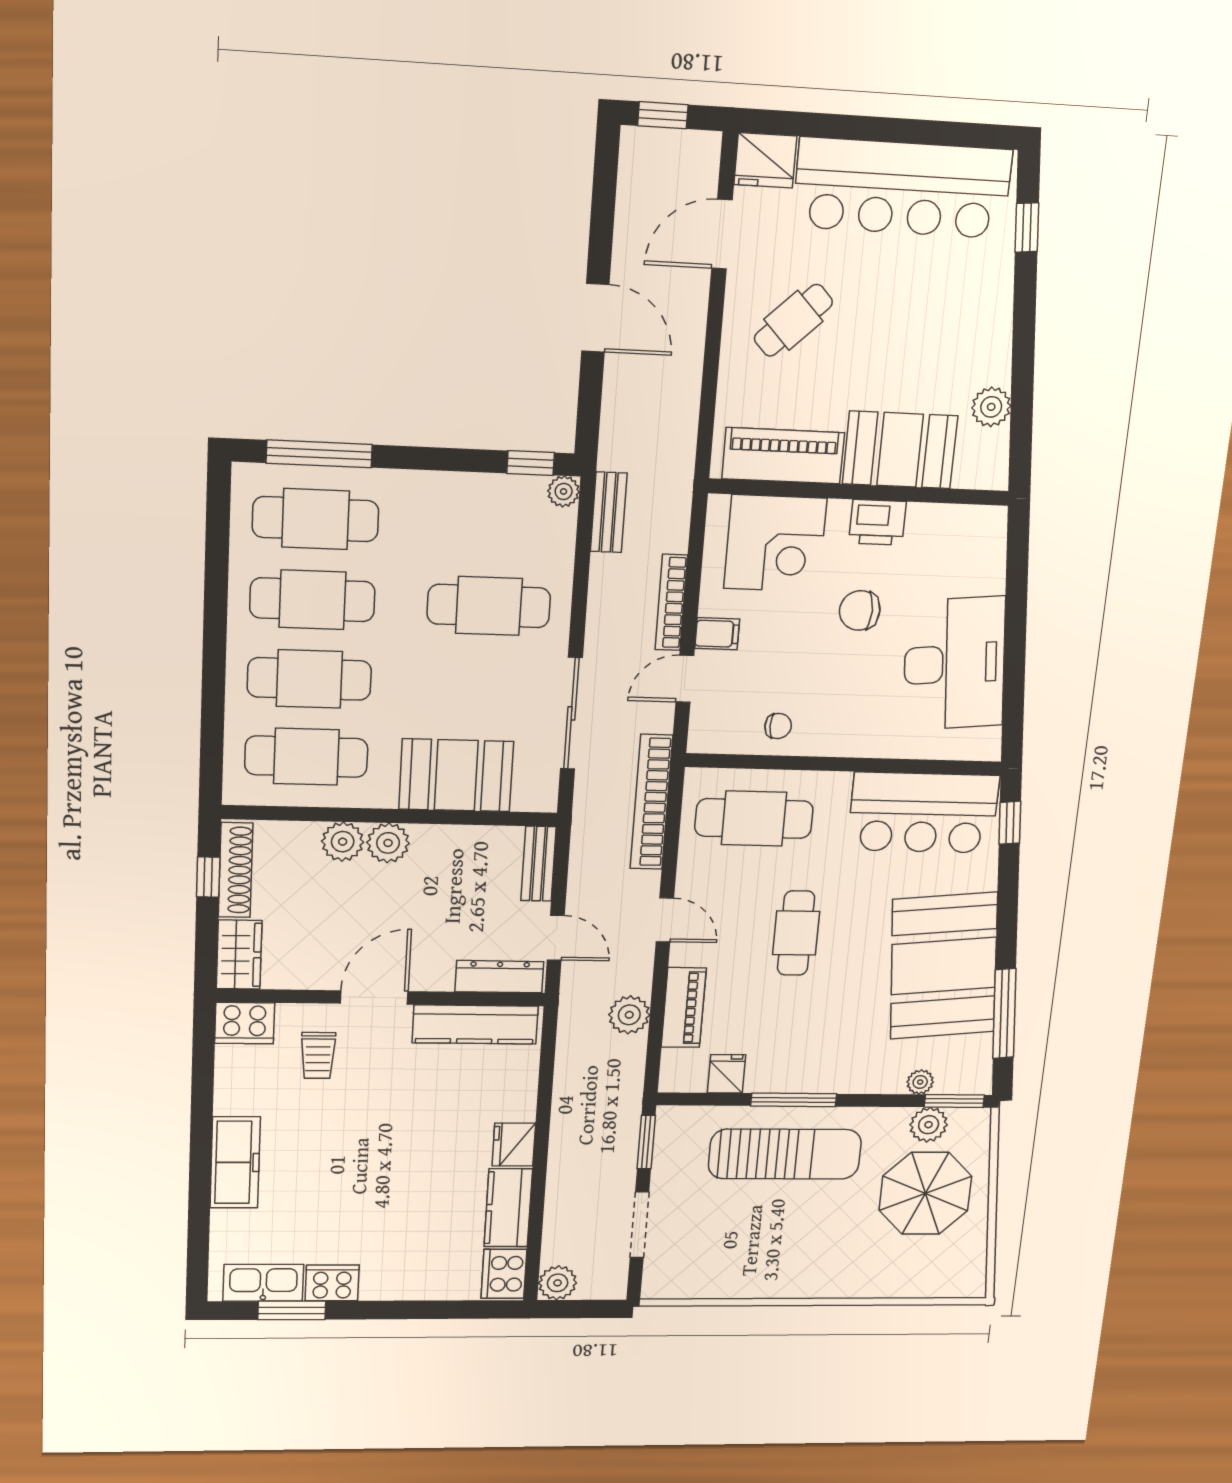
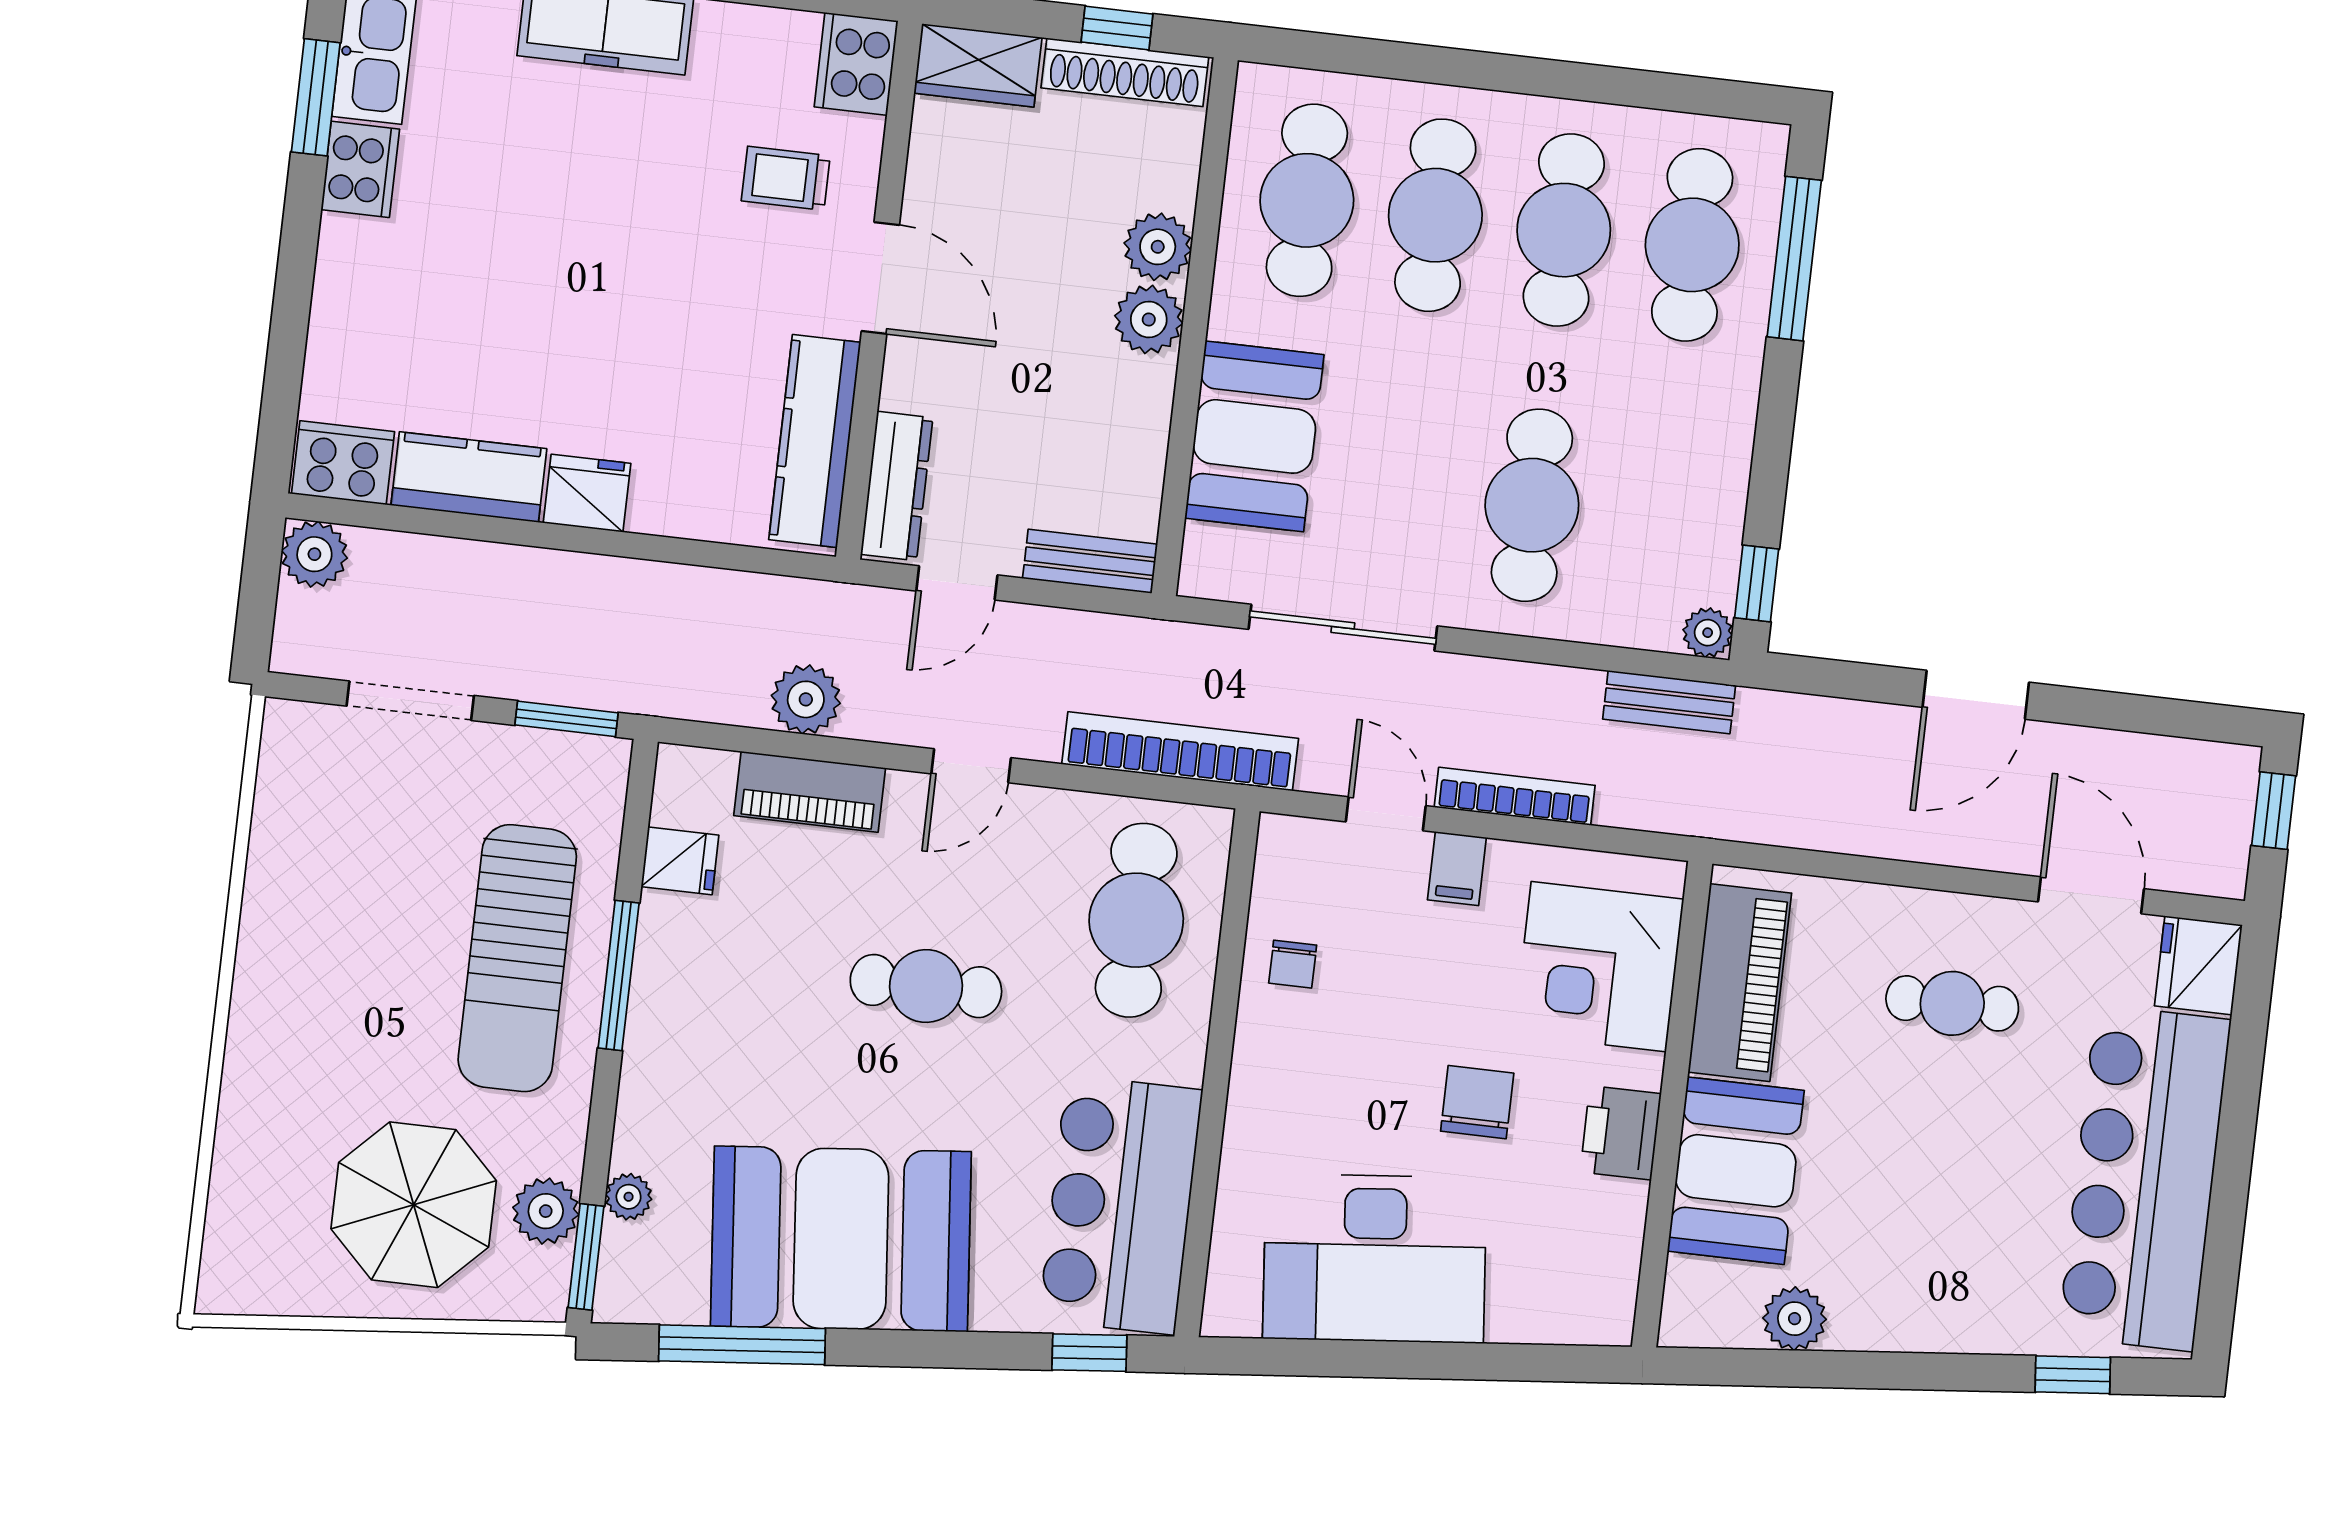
cafe table: (793, 320) -> (1952, 1003), turned -46

